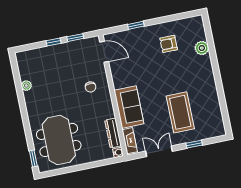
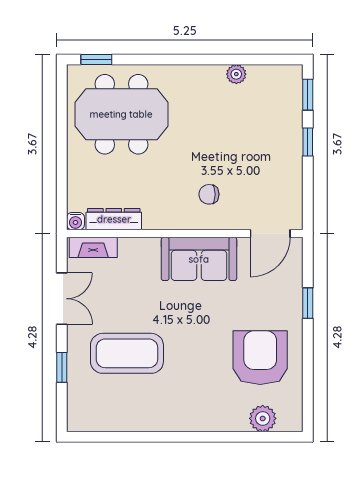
window: (75, 38) -> (308, 95), moved
armchair: (169, 44) -> (260, 358), width x1.88, depth x1.88
plant: (202, 48) -> (263, 418), moved
sofa: (129, 107) -> (199, 259), moved

